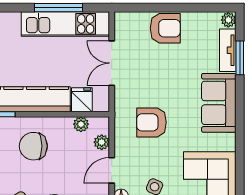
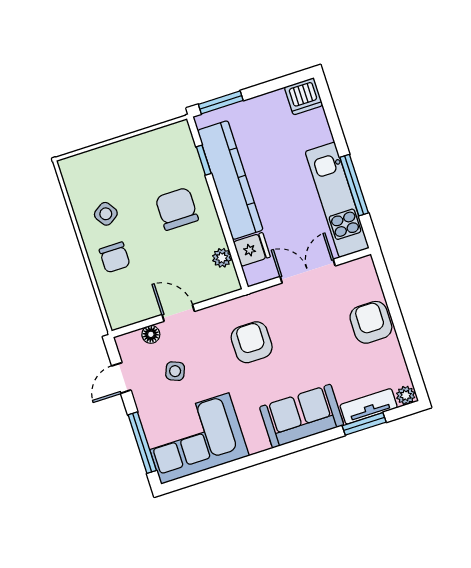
armchair: (165, 28) -> (371, 322), turned 180
plant: (102, 142) -> (208, 290), removed

